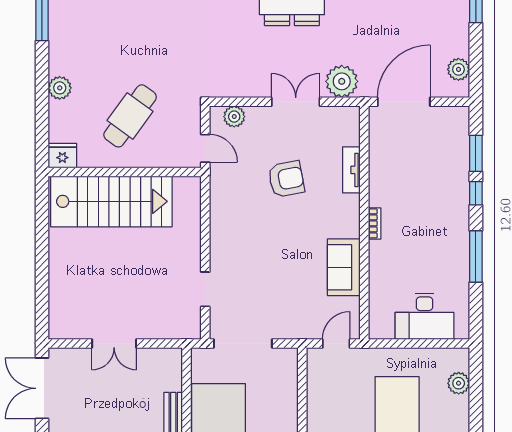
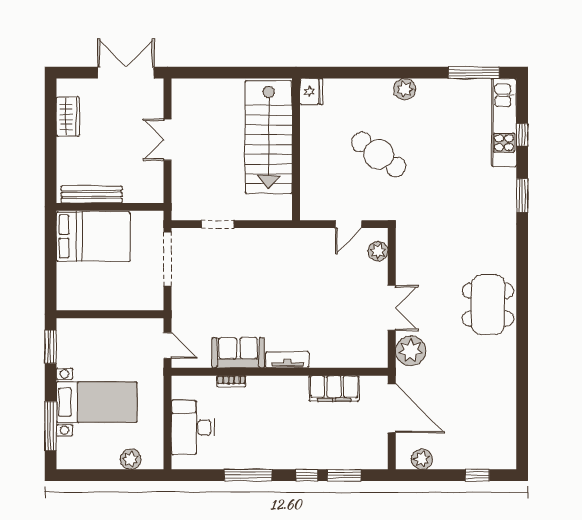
fridge: (62, 156) -> (311, 92), moved
filing cabinet: (382, 164) -> (334, 388), added
tv unit: (351, 170) -> (287, 360), moved
wall: (125, 172) -> (296, 149), moved
armchair: (286, 179) -> (320, 299), removed
stairs: (111, 201) -> (269, 137), moved
bookcase: (375, 223) -> (231, 381), moved

